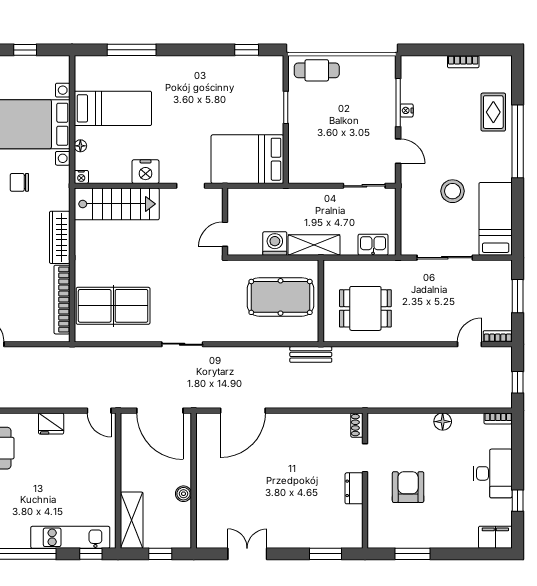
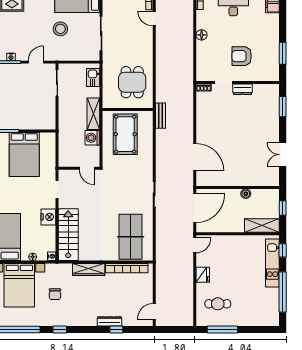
bed: (247, 159) -> (24, 155), moved

